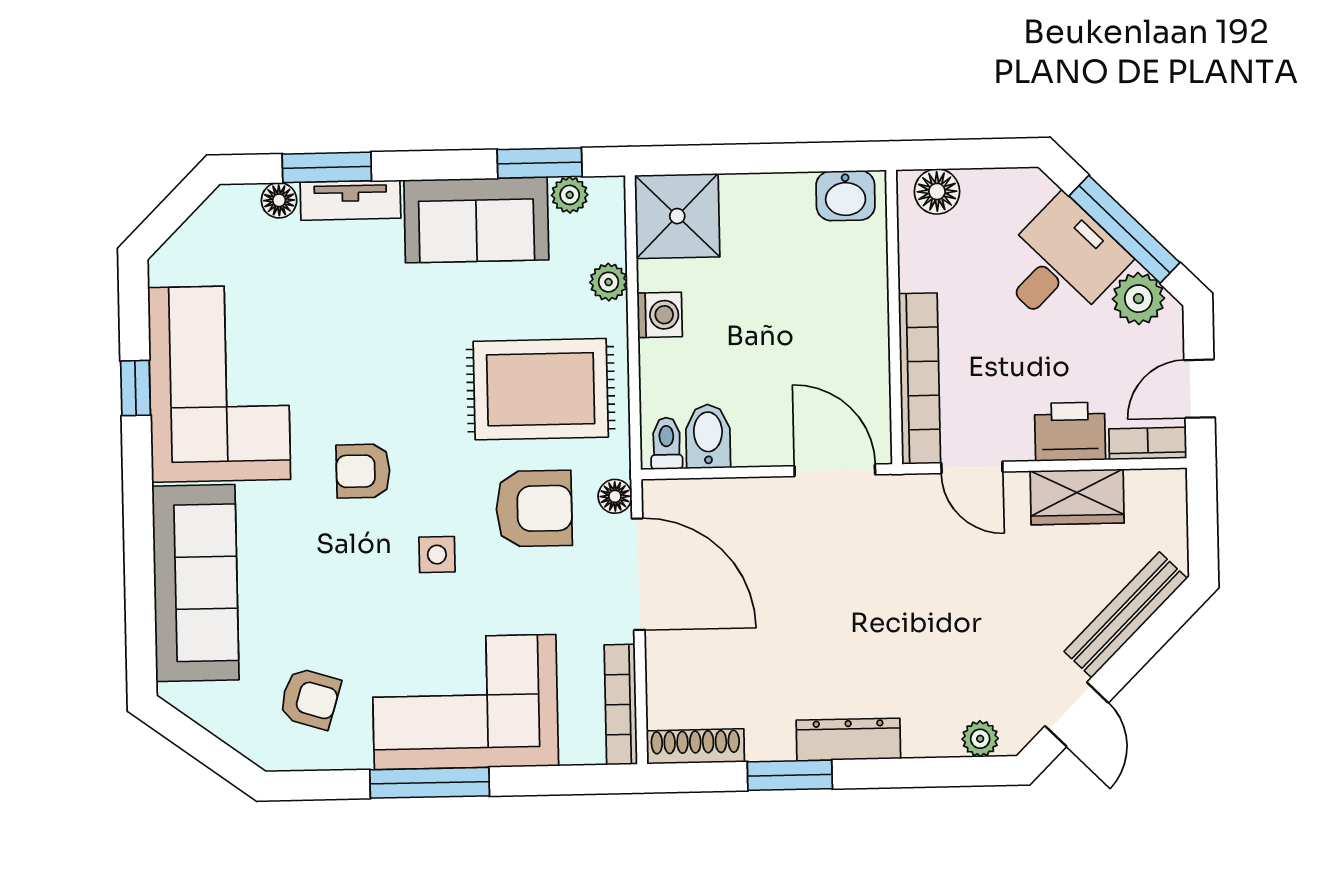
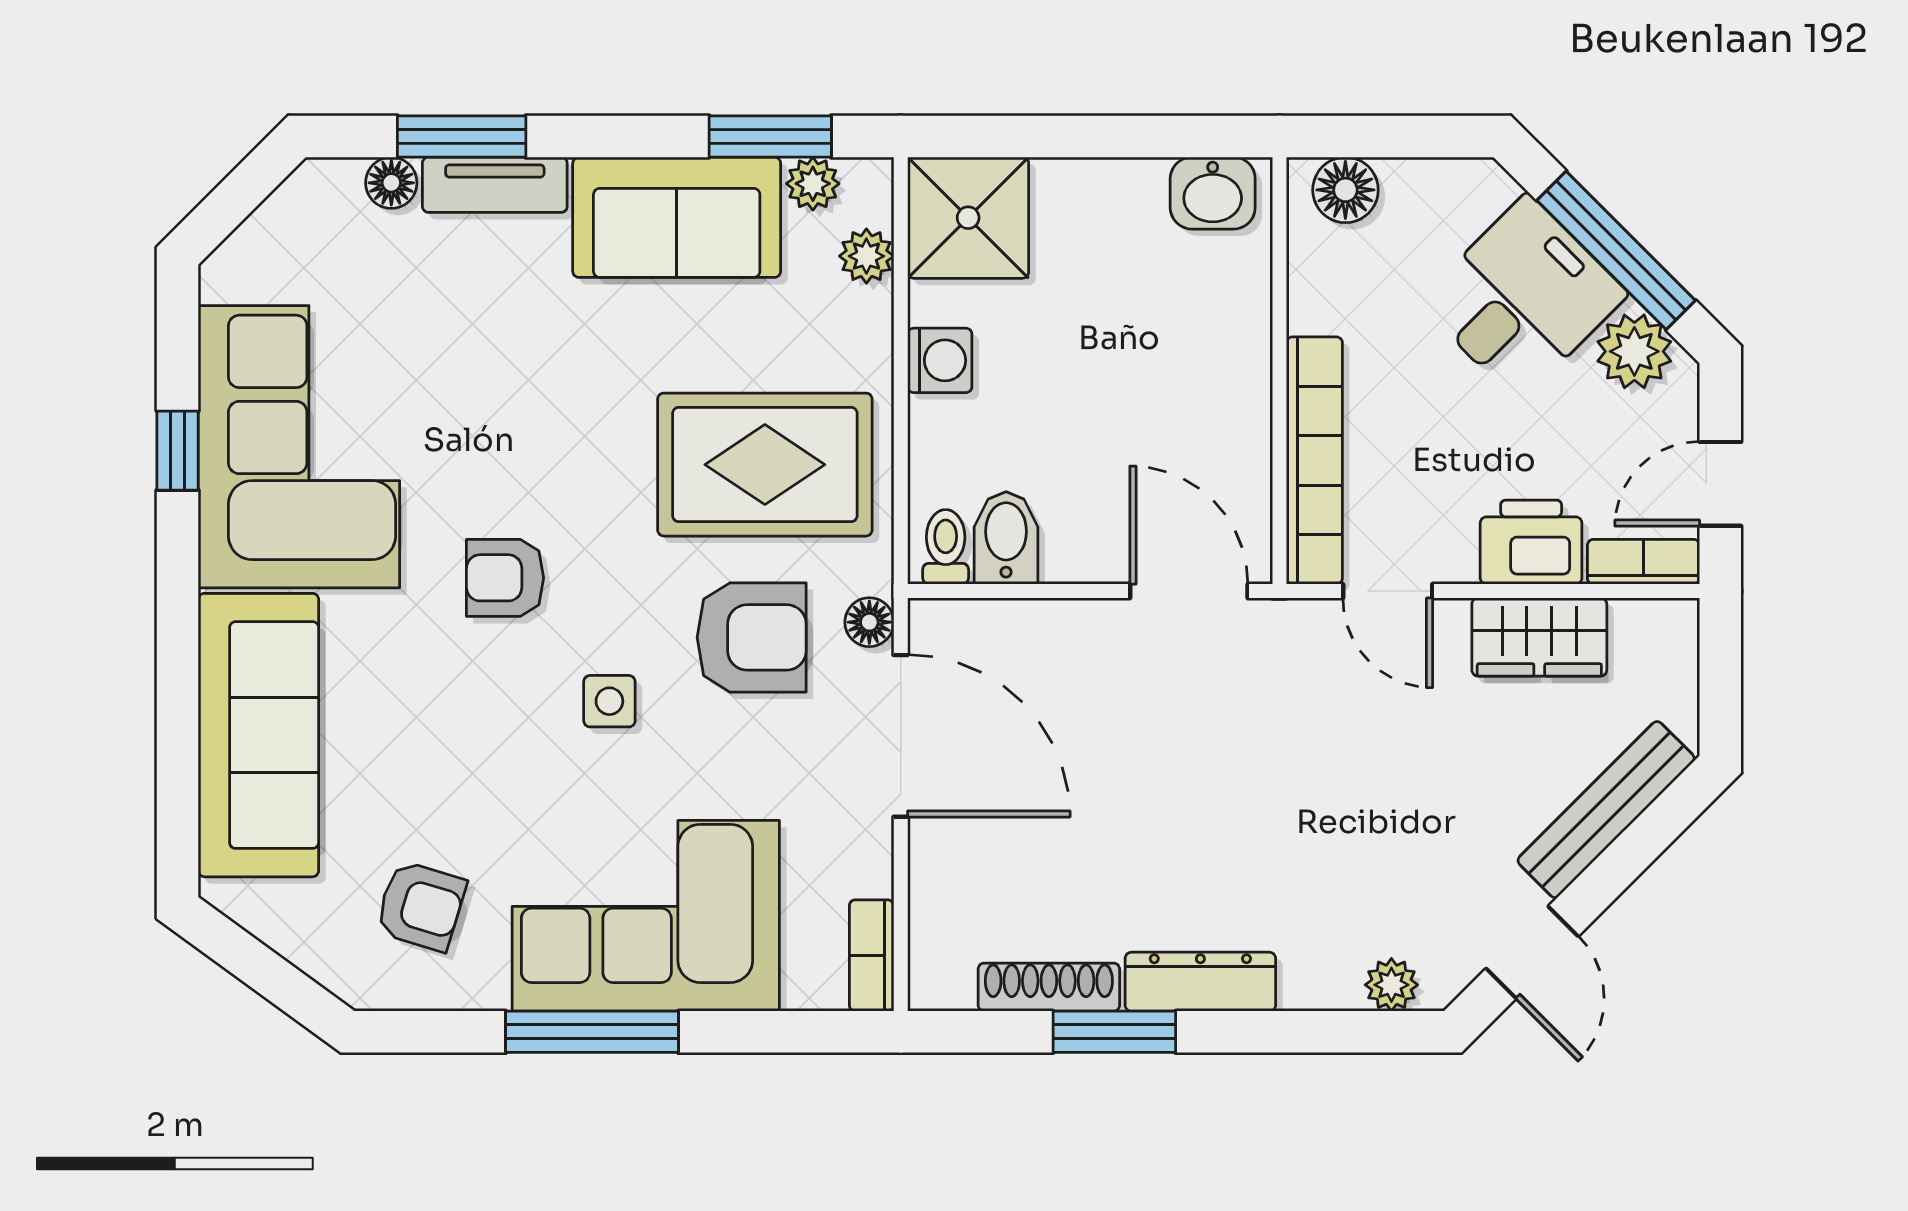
plant: (609, 282) -> (866, 256), moved
bookcase: (621, 705) -> (872, 955), width x0.64
shoe rack: (695, 746) -> (1049, 987), moved

